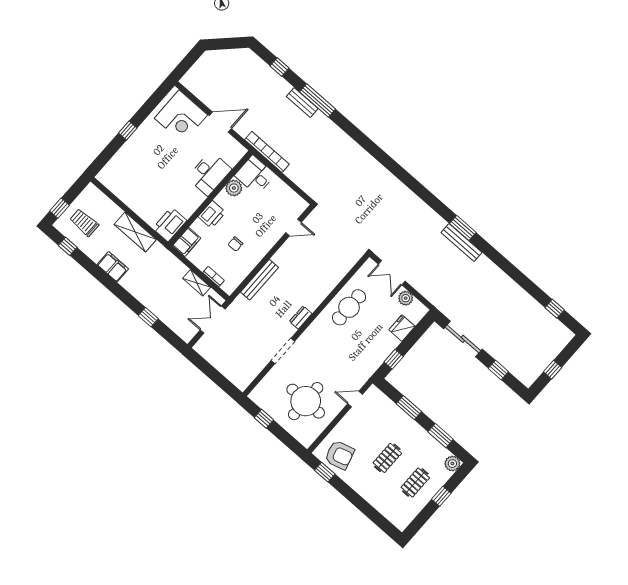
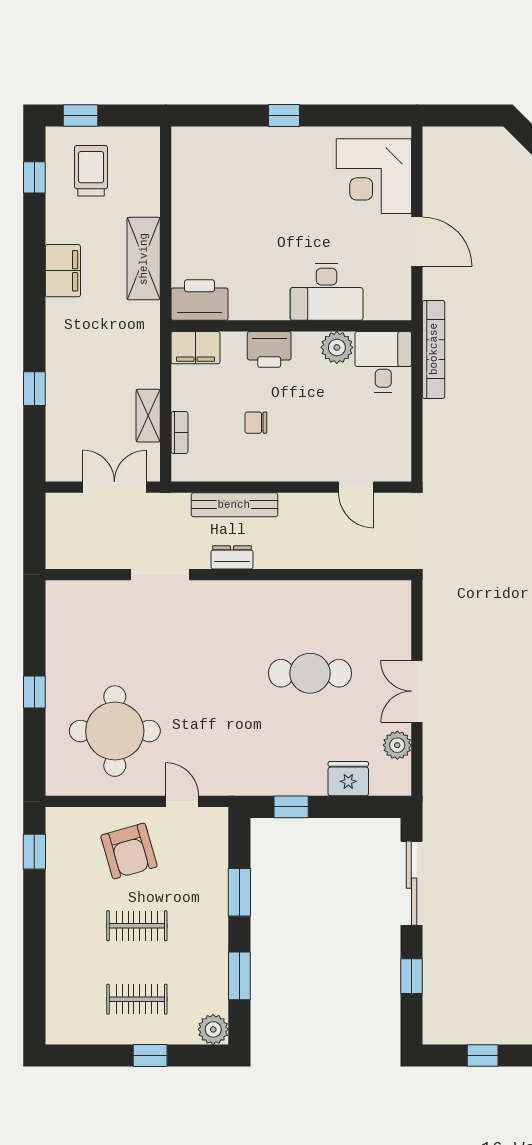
dresser: (301, 318) -> (232, 557), moved
wall: (306, 325) -> (228, 575), moved
doorway: (283, 351) -> (160, 575), moved
armchair: (340, 455) -> (129, 851), moved

